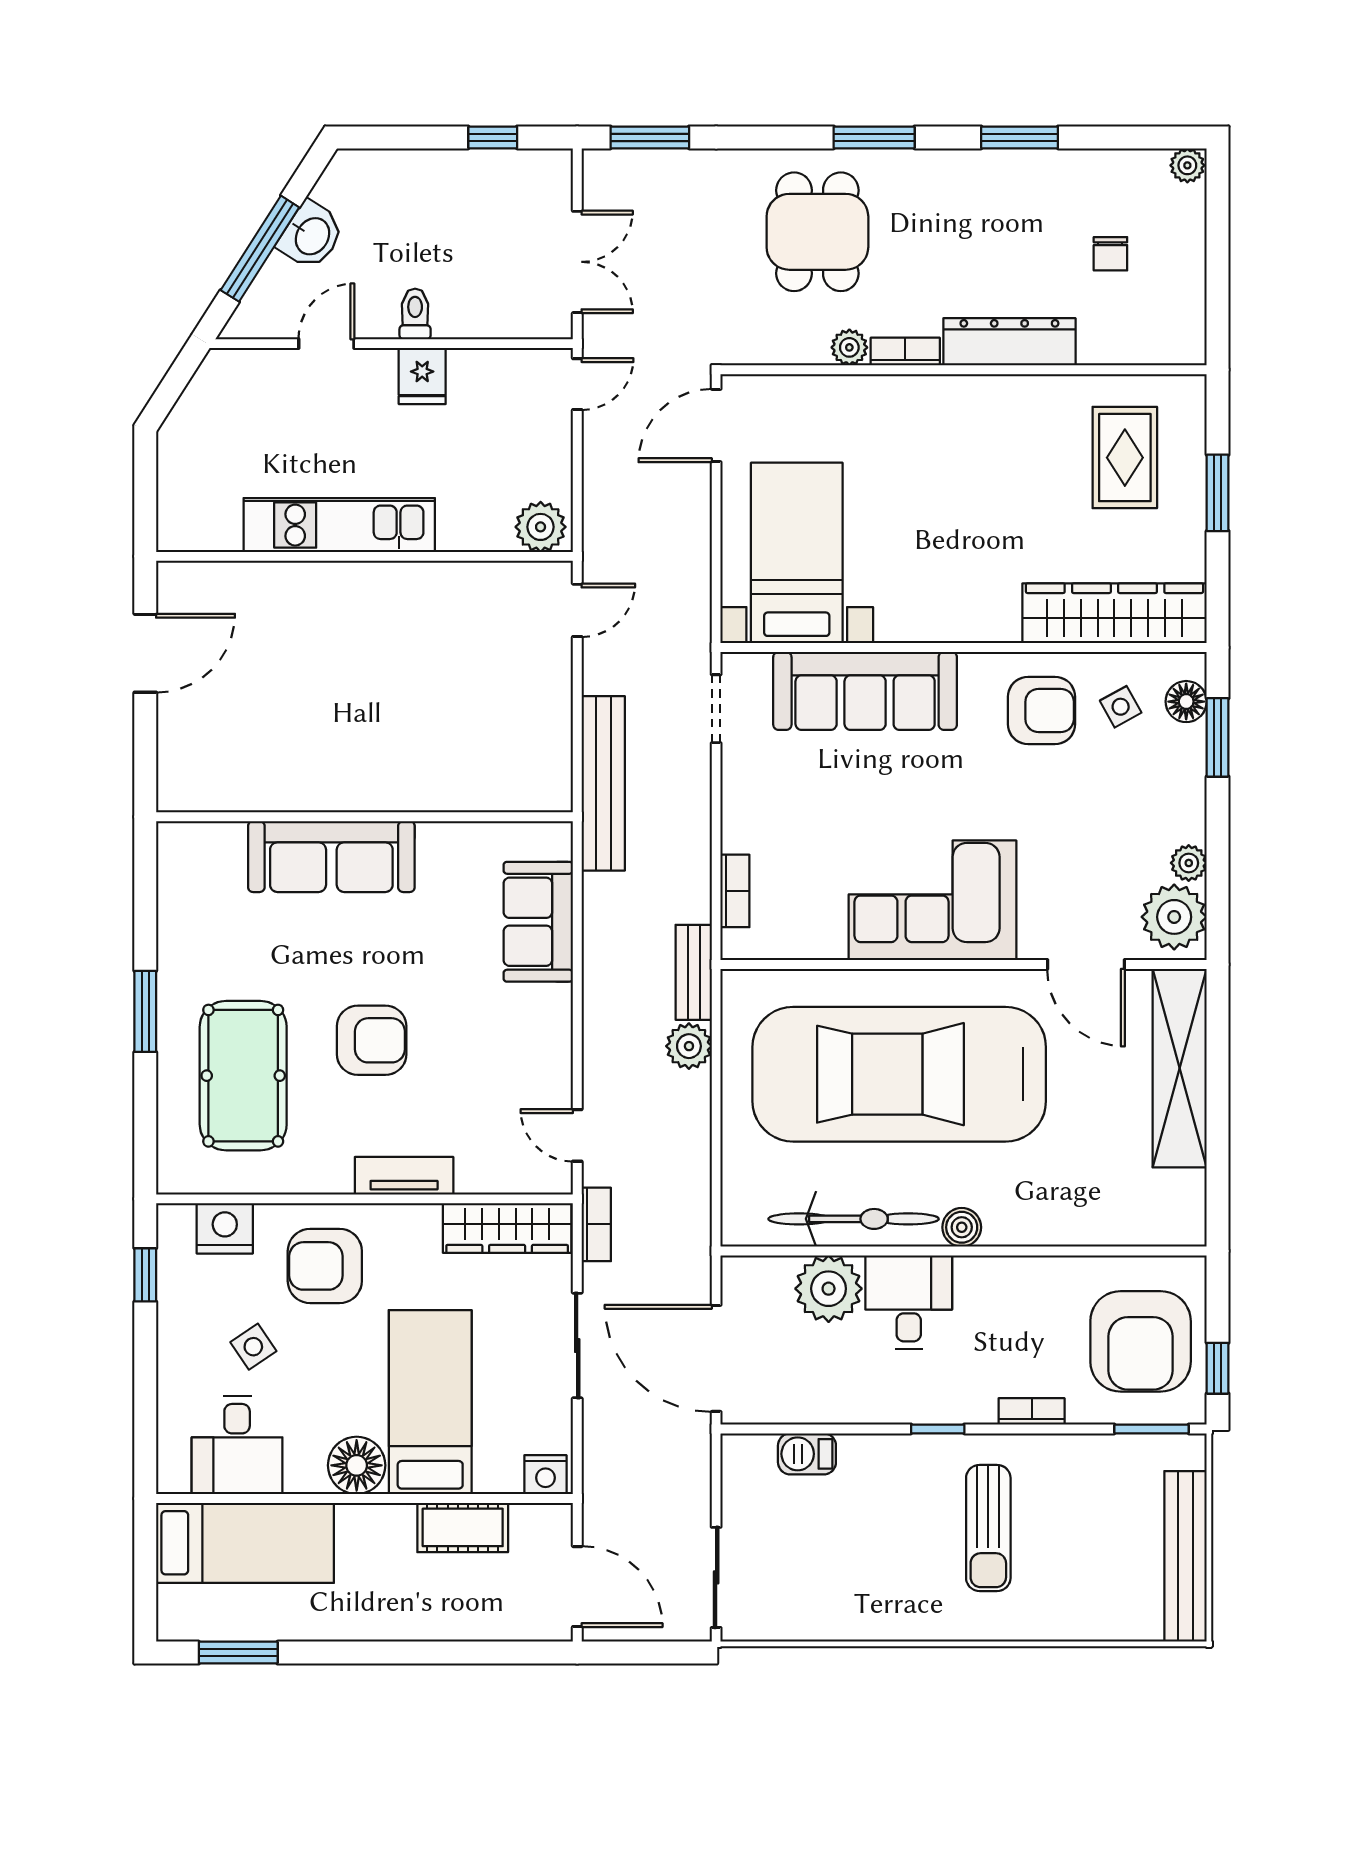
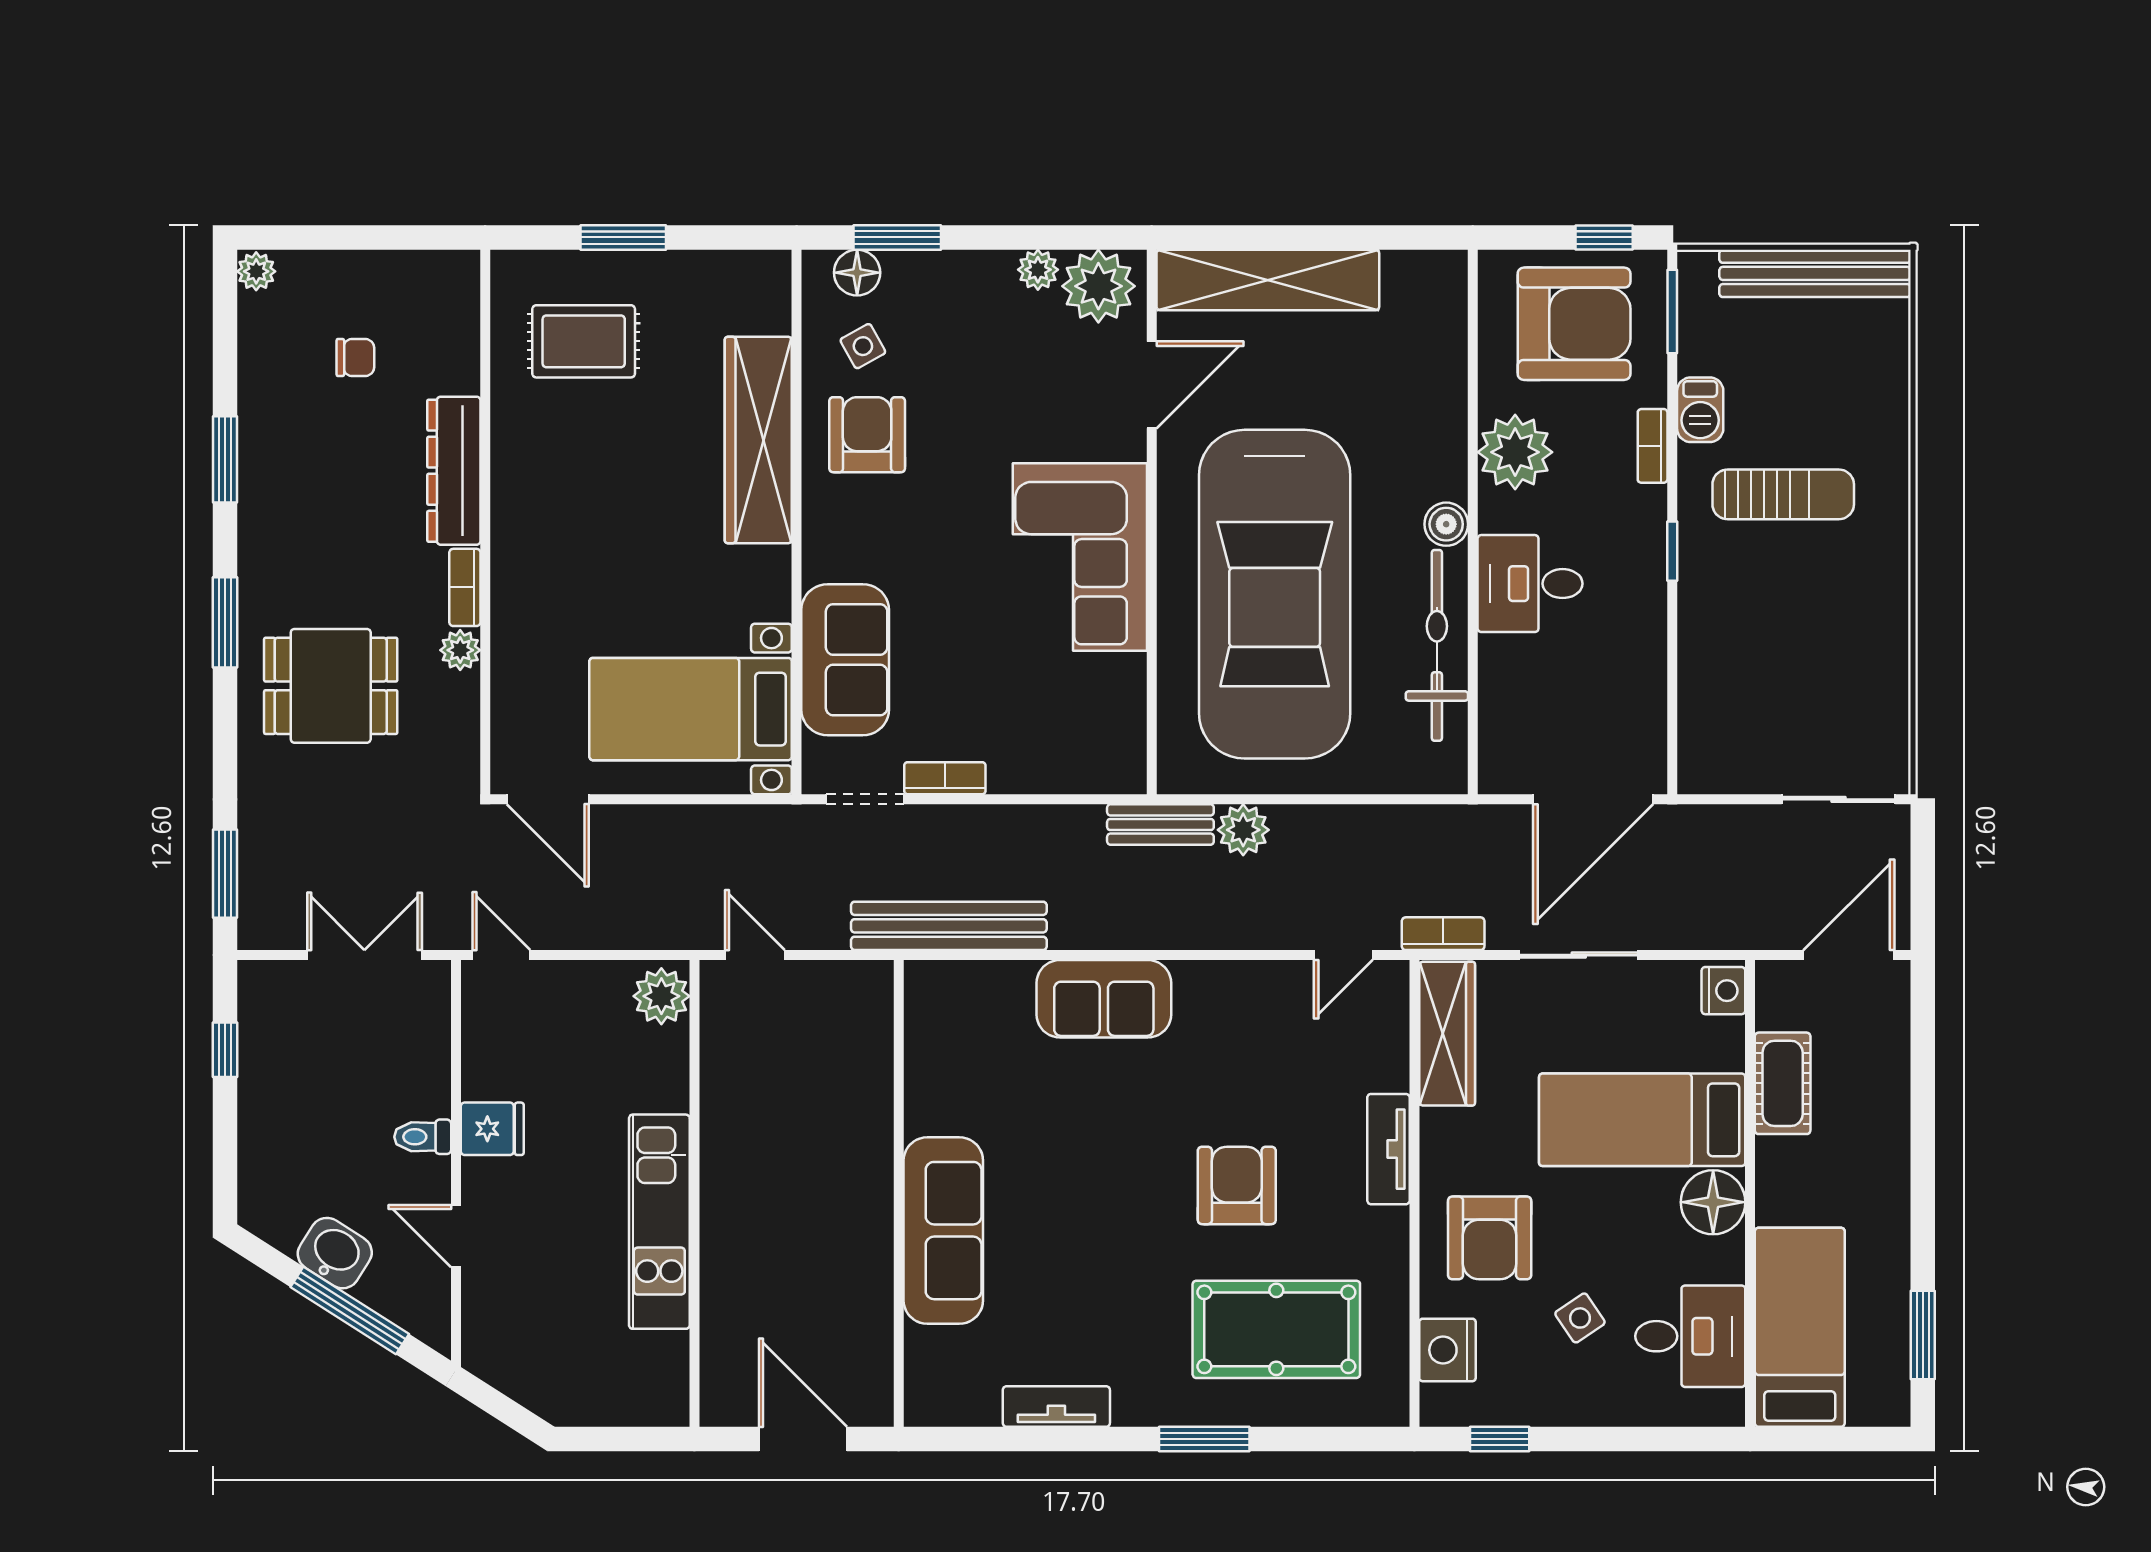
wardrobe: (1114, 613) -> (758, 440), moved
sofa: (865, 691) -> (845, 660), width x0.73
wall: (365, 817) -> (899, 1193), moved
sofa: (331, 857) -> (943, 1231), moved
tv unit: (174, 879) -> (1056, 1407), added
bookcase: (735, 891) -> (945, 778), moved
plant: (829, 1289) -> (1515, 452), moved
barbecue: (807, 1454) -> (1700, 410), moved

